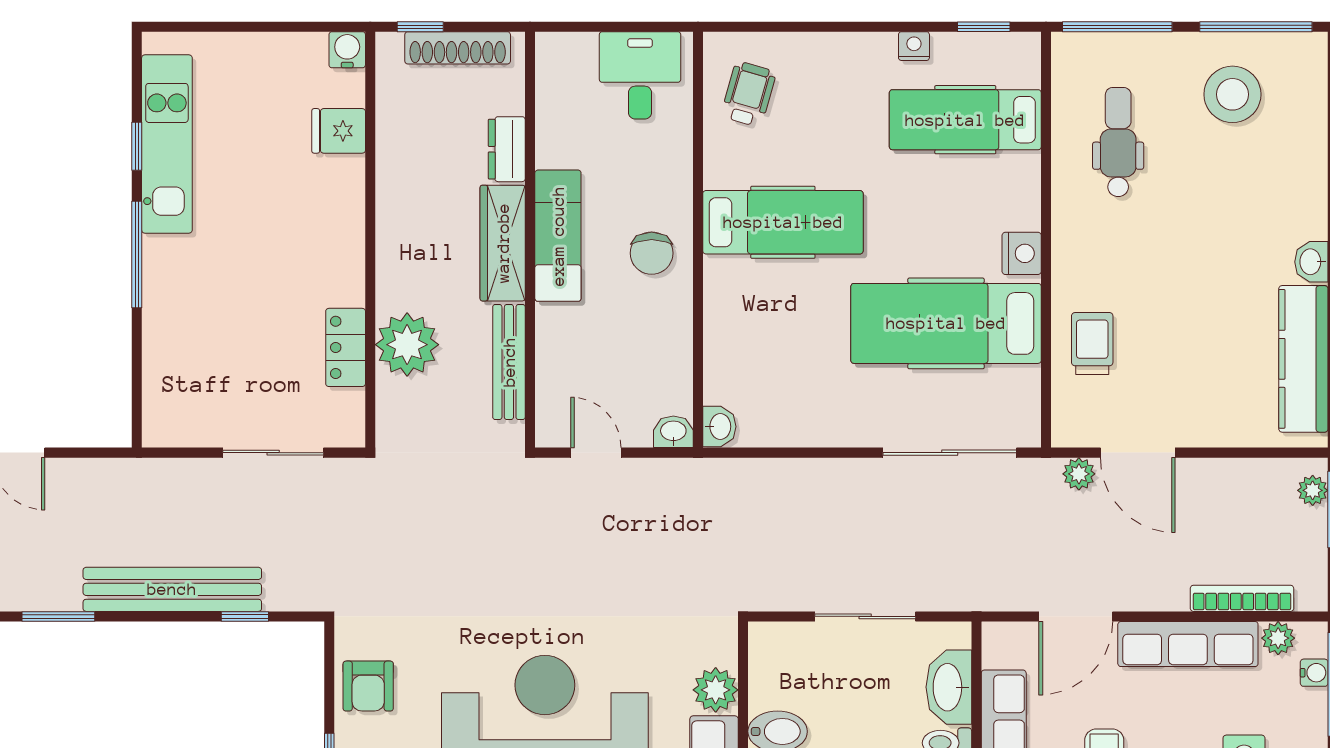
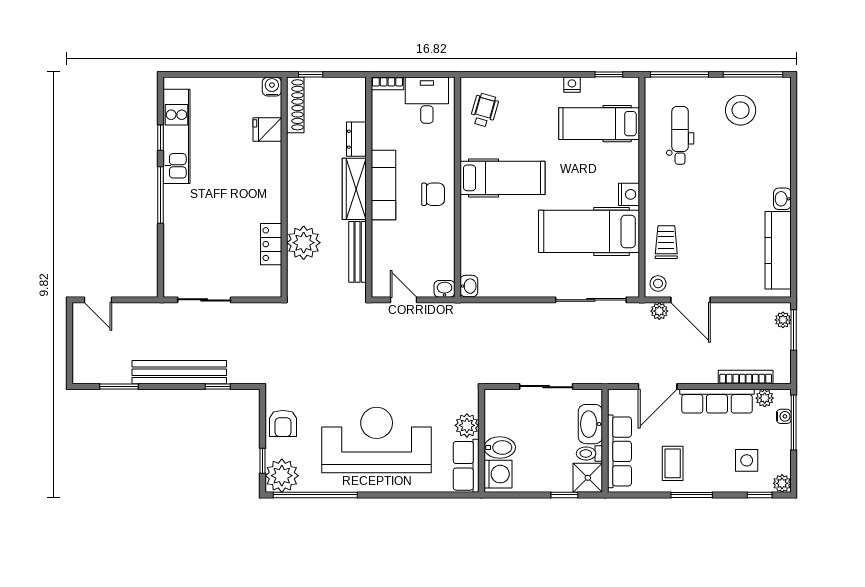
bookcase: (566, 44) -> (387, 83), added
shoe rack: (458, 48) -> (295, 105), moved, turned -90
chair: (652, 253) -> (433, 194), turned -90
stool: (1077, 422) -> (658, 283), added
sliding door: (273, 453) -> (204, 300), moved

